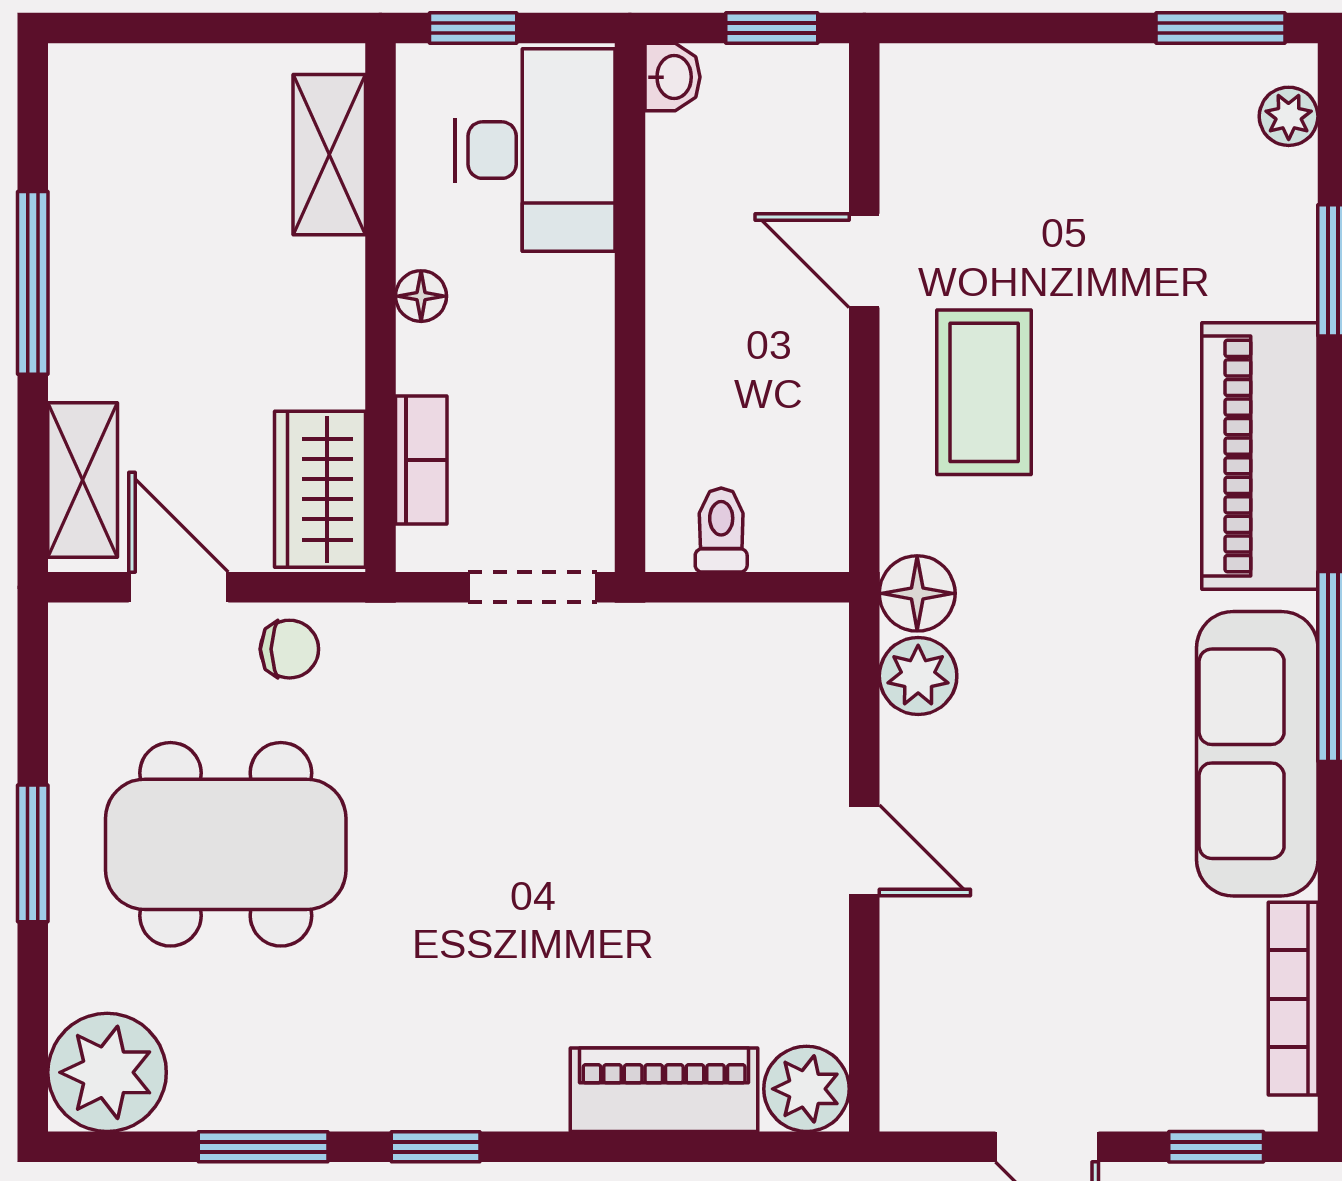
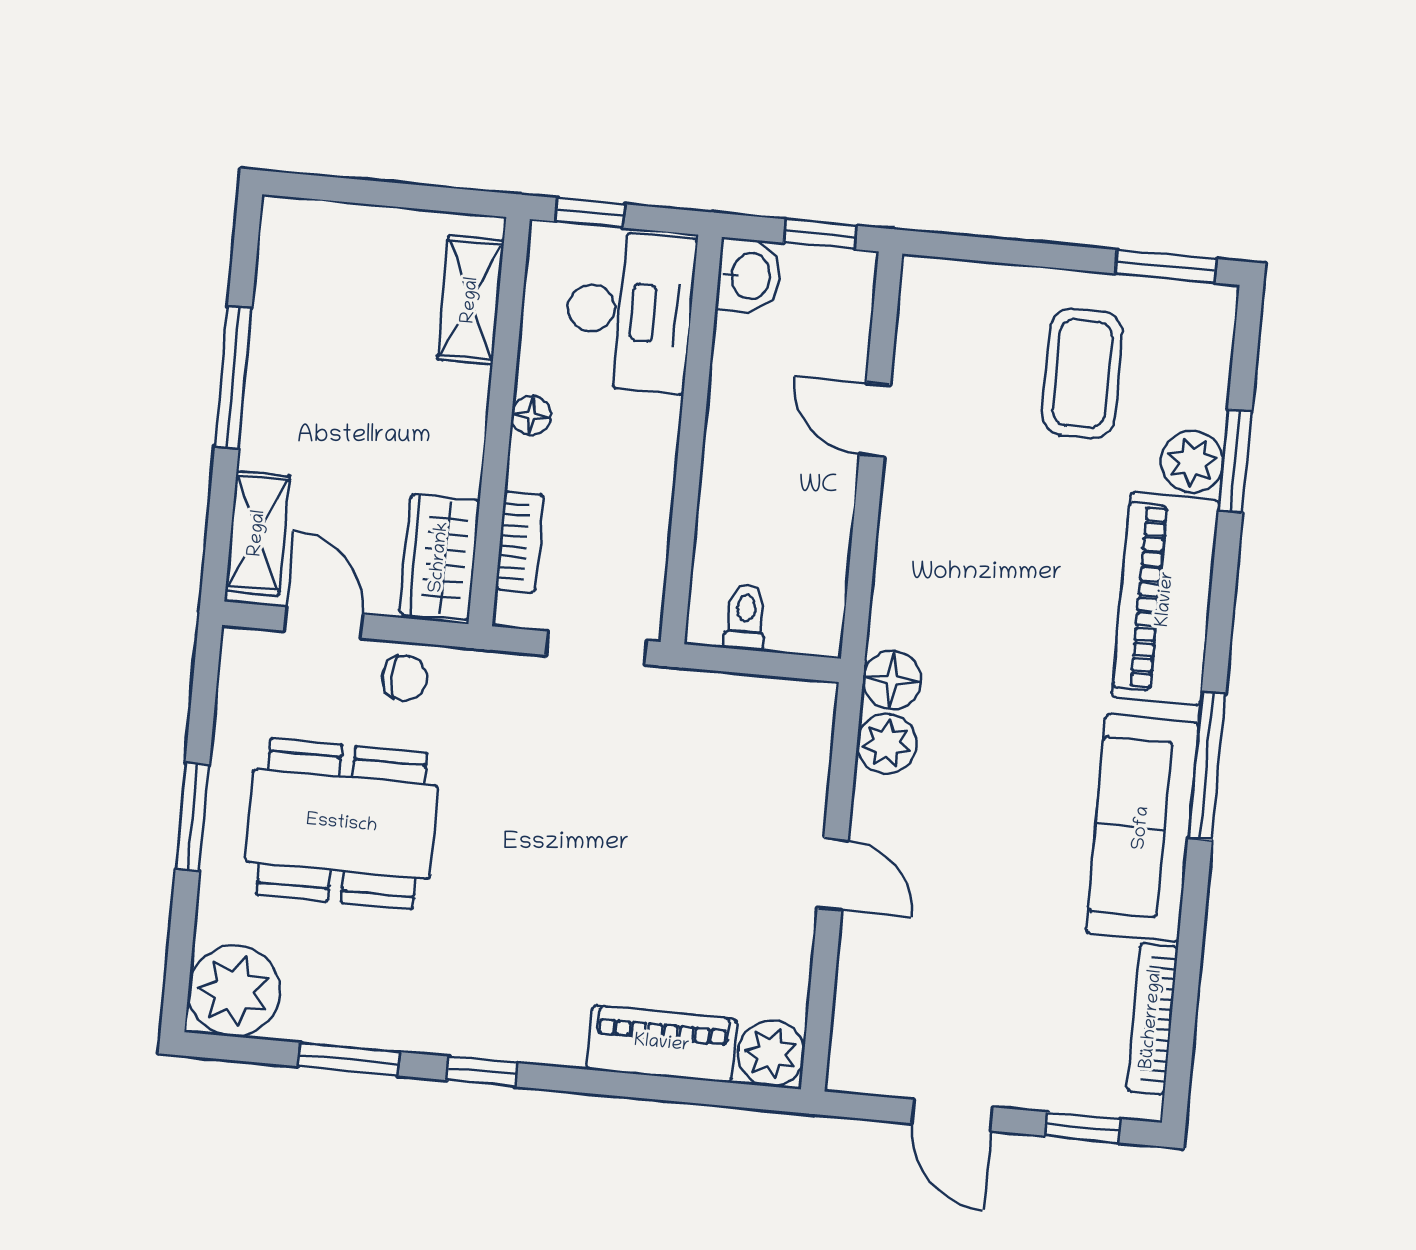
washbasin: (673, 77) -> (749, 276), width x1.38, depth x1.45
plant: (1289, 116) -> (1192, 462), moved, width x1.38, depth x1.38
coffee table: (984, 392) -> (1082, 373), moved

